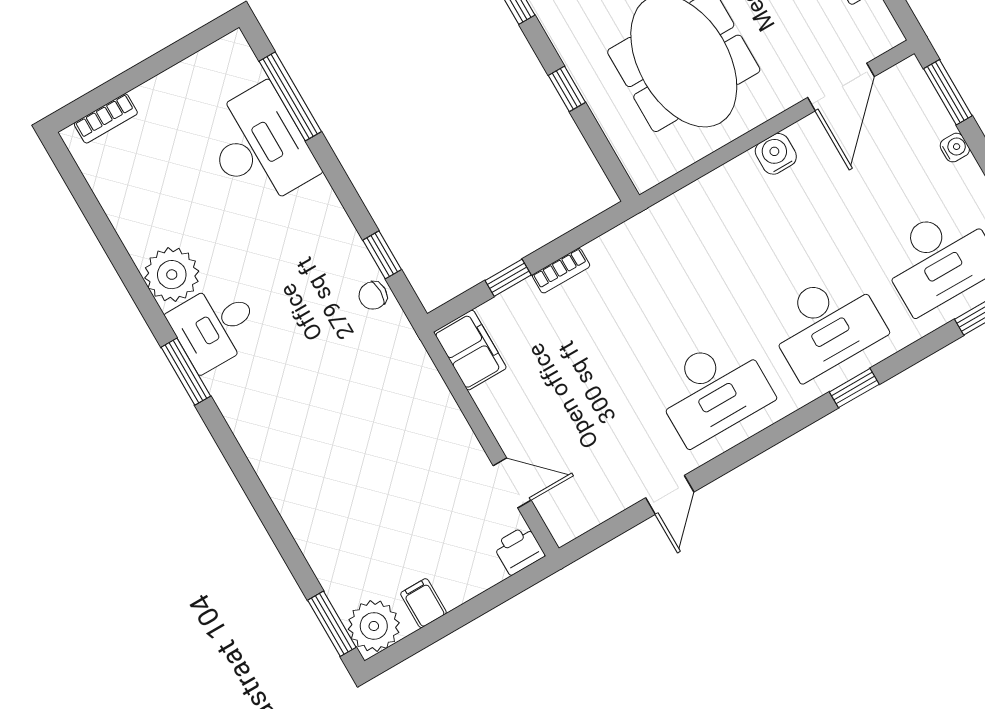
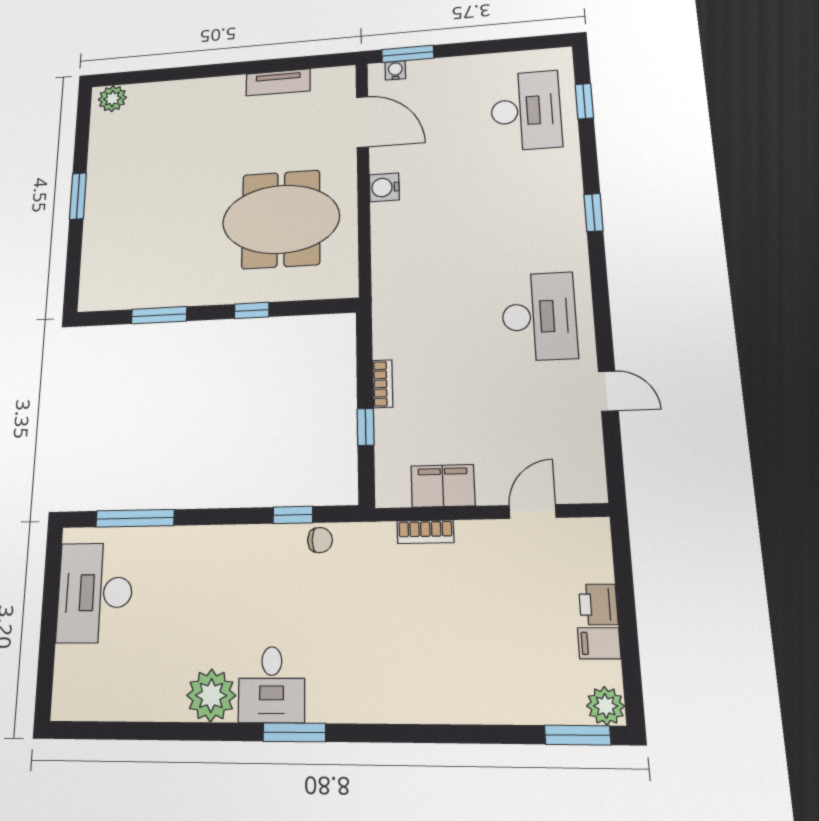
bookcase: (106, 118) -> (425, 532), moved, turned 90
desk: (259, 147) -> (95, 593), moved, turned -90
water cooler: (955, 148) -> (395, 70), moved
chair: (373, 296) -> (320, 540), turned -90
desk: (826, 324) -> (532, 211), removed
filing cabinet: (470, 350) -> (443, 486), moved
printer: (519, 550) -> (598, 604), moved
plant: (374, 626) -> (606, 706), width x0.73, depth x0.73

